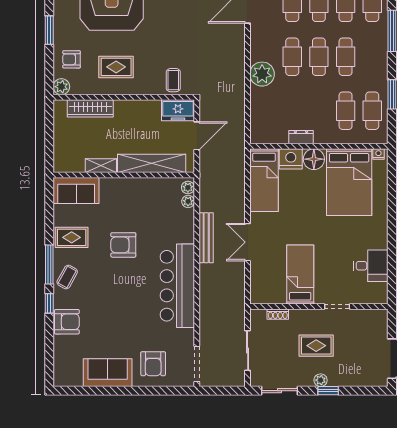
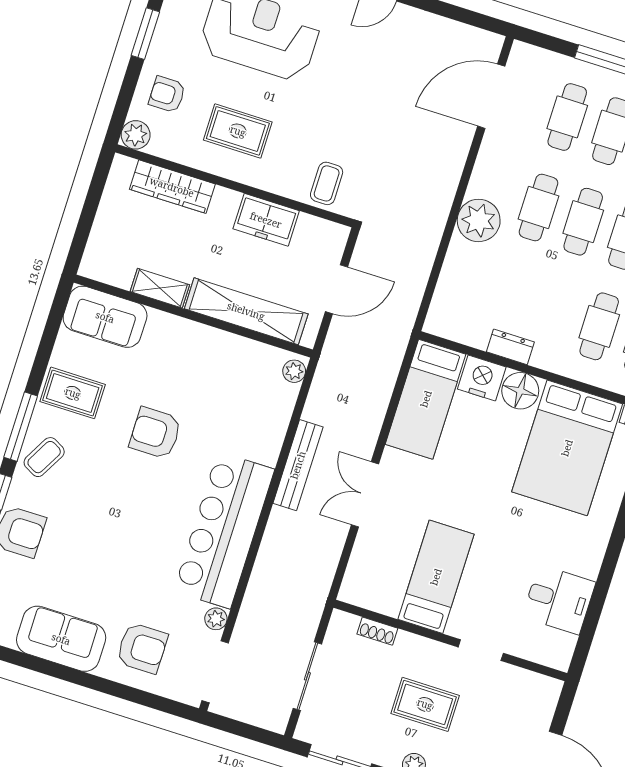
freezer: (178, 110) -> (266, 220), moved
plant: (188, 201) -> (216, 619), moved
armchair: (153, 364) -> (142, 648), turned -90

